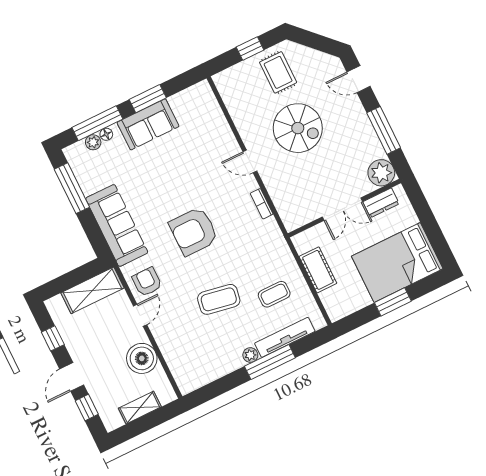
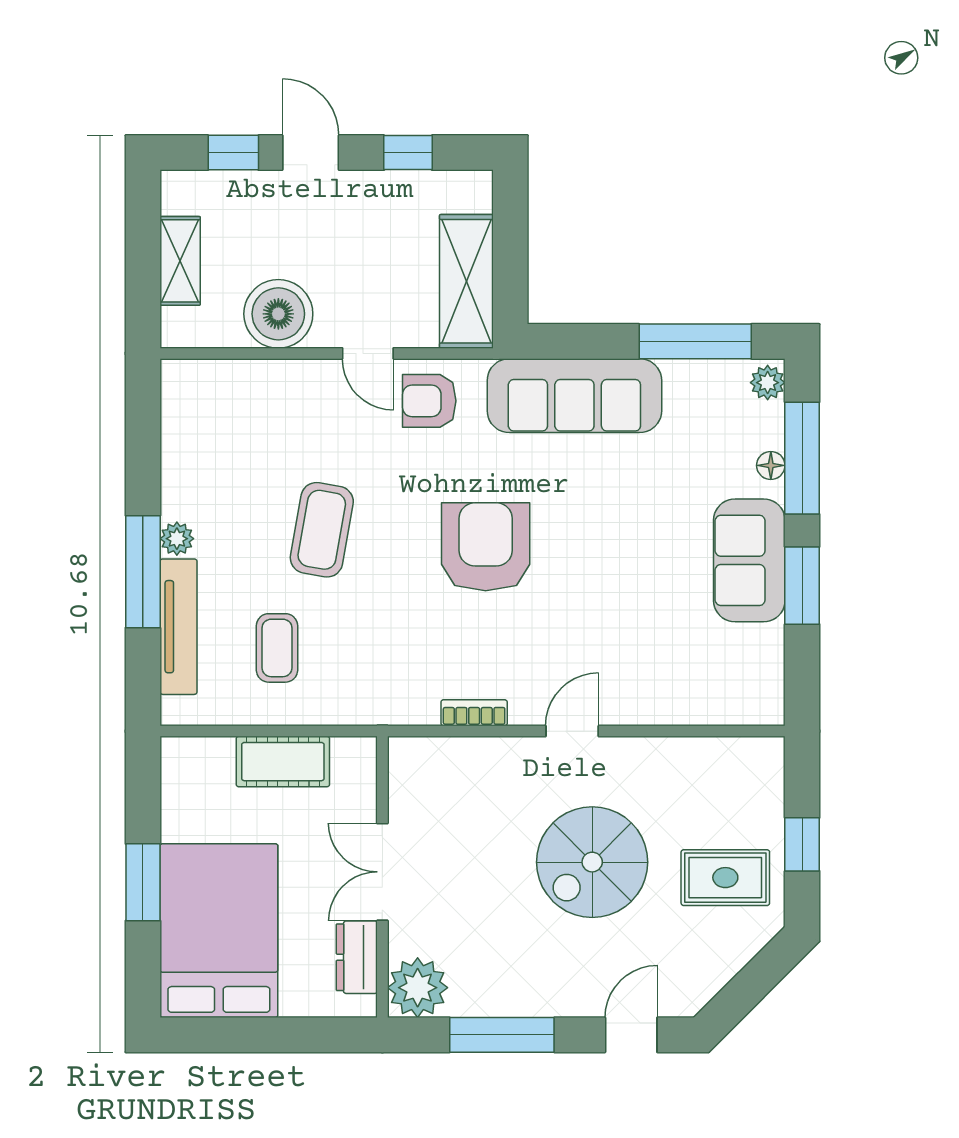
plant: (93, 142) -> (768, 383), moved
armchair: (147, 282) -> (429, 401), turned 180

